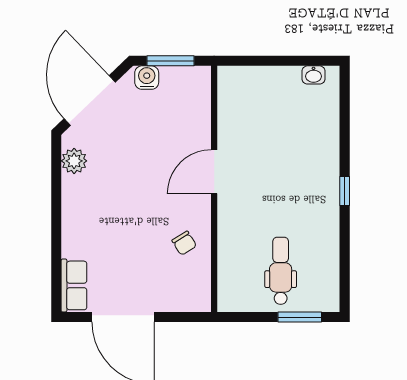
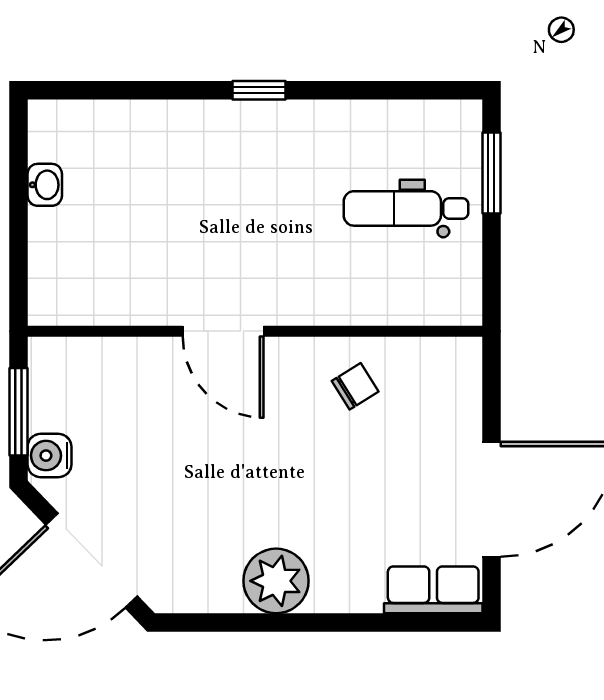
washbasin: (314, 75) -> (45, 185), moved
plant: (74, 161) -> (276, 581), moved, width x1.36, depth x1.36

